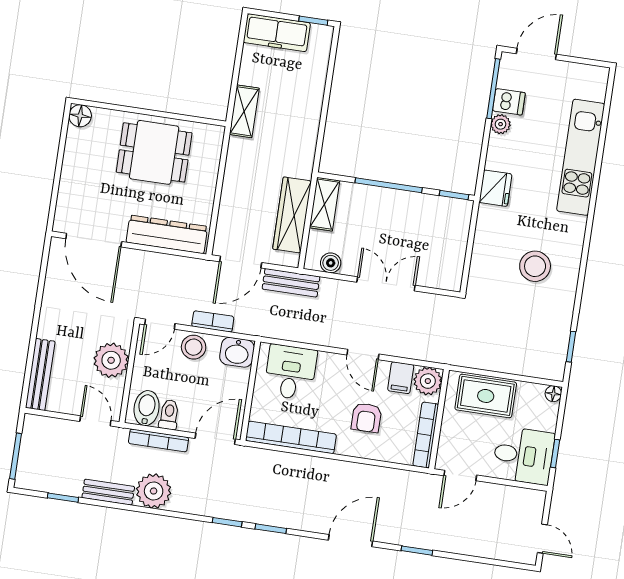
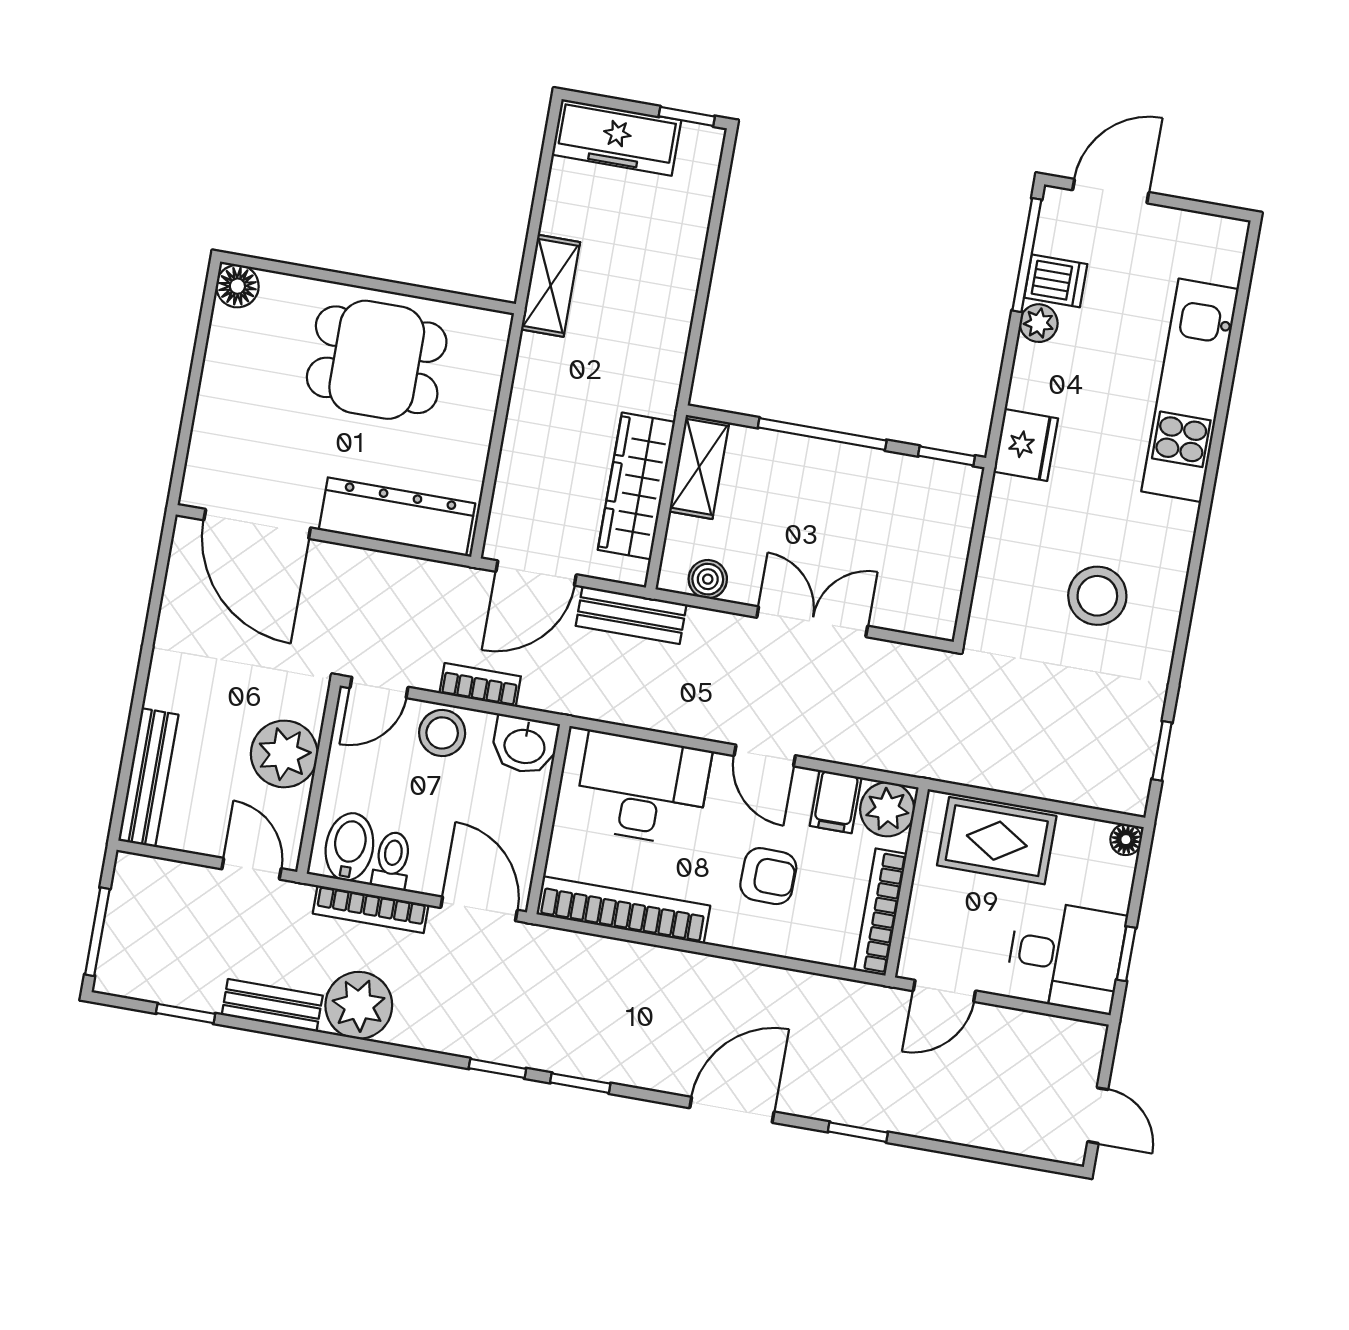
desk: (290, 372) -> (642, 789), width x1.37
armchair: (366, 418) -> (768, 876), turned -89
door: (215, 439) -> (479, 909), hinge flipped

